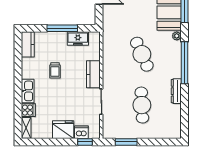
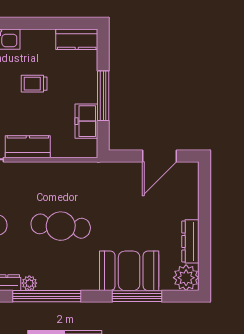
plant: (177, 36) -> (29, 283), moved
cafe table: (142, 54) -> (61, 226), turned 30

